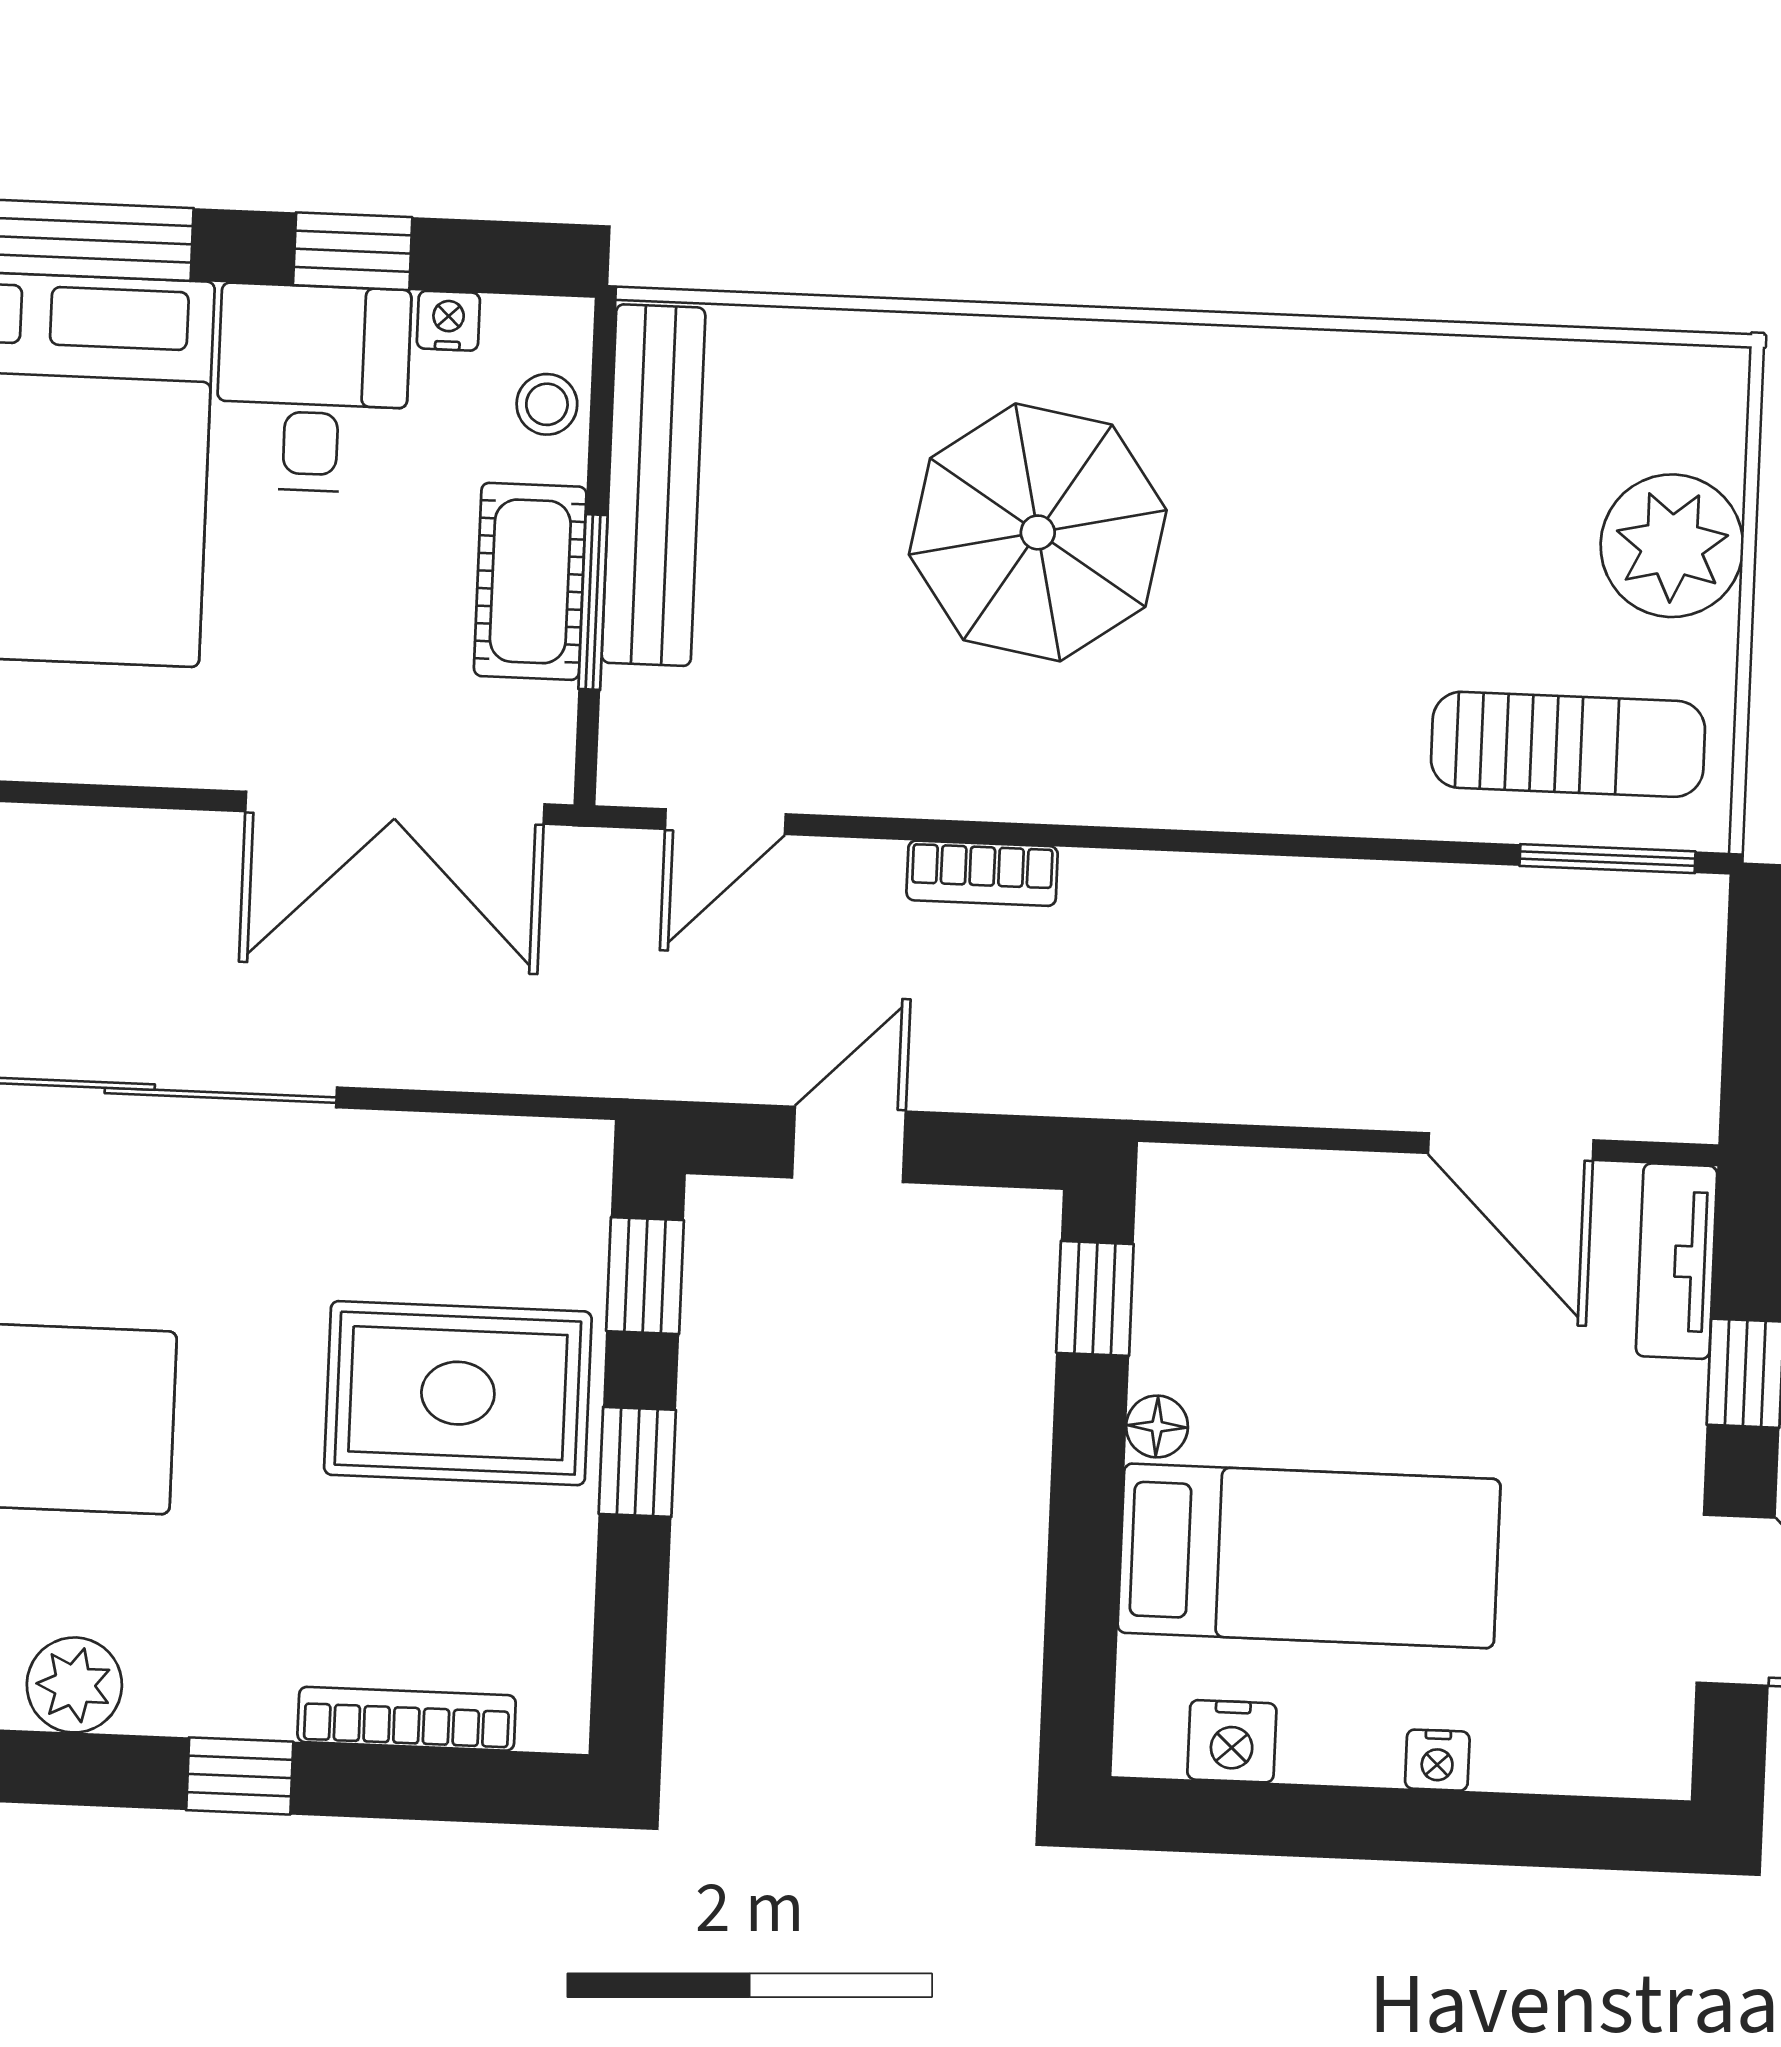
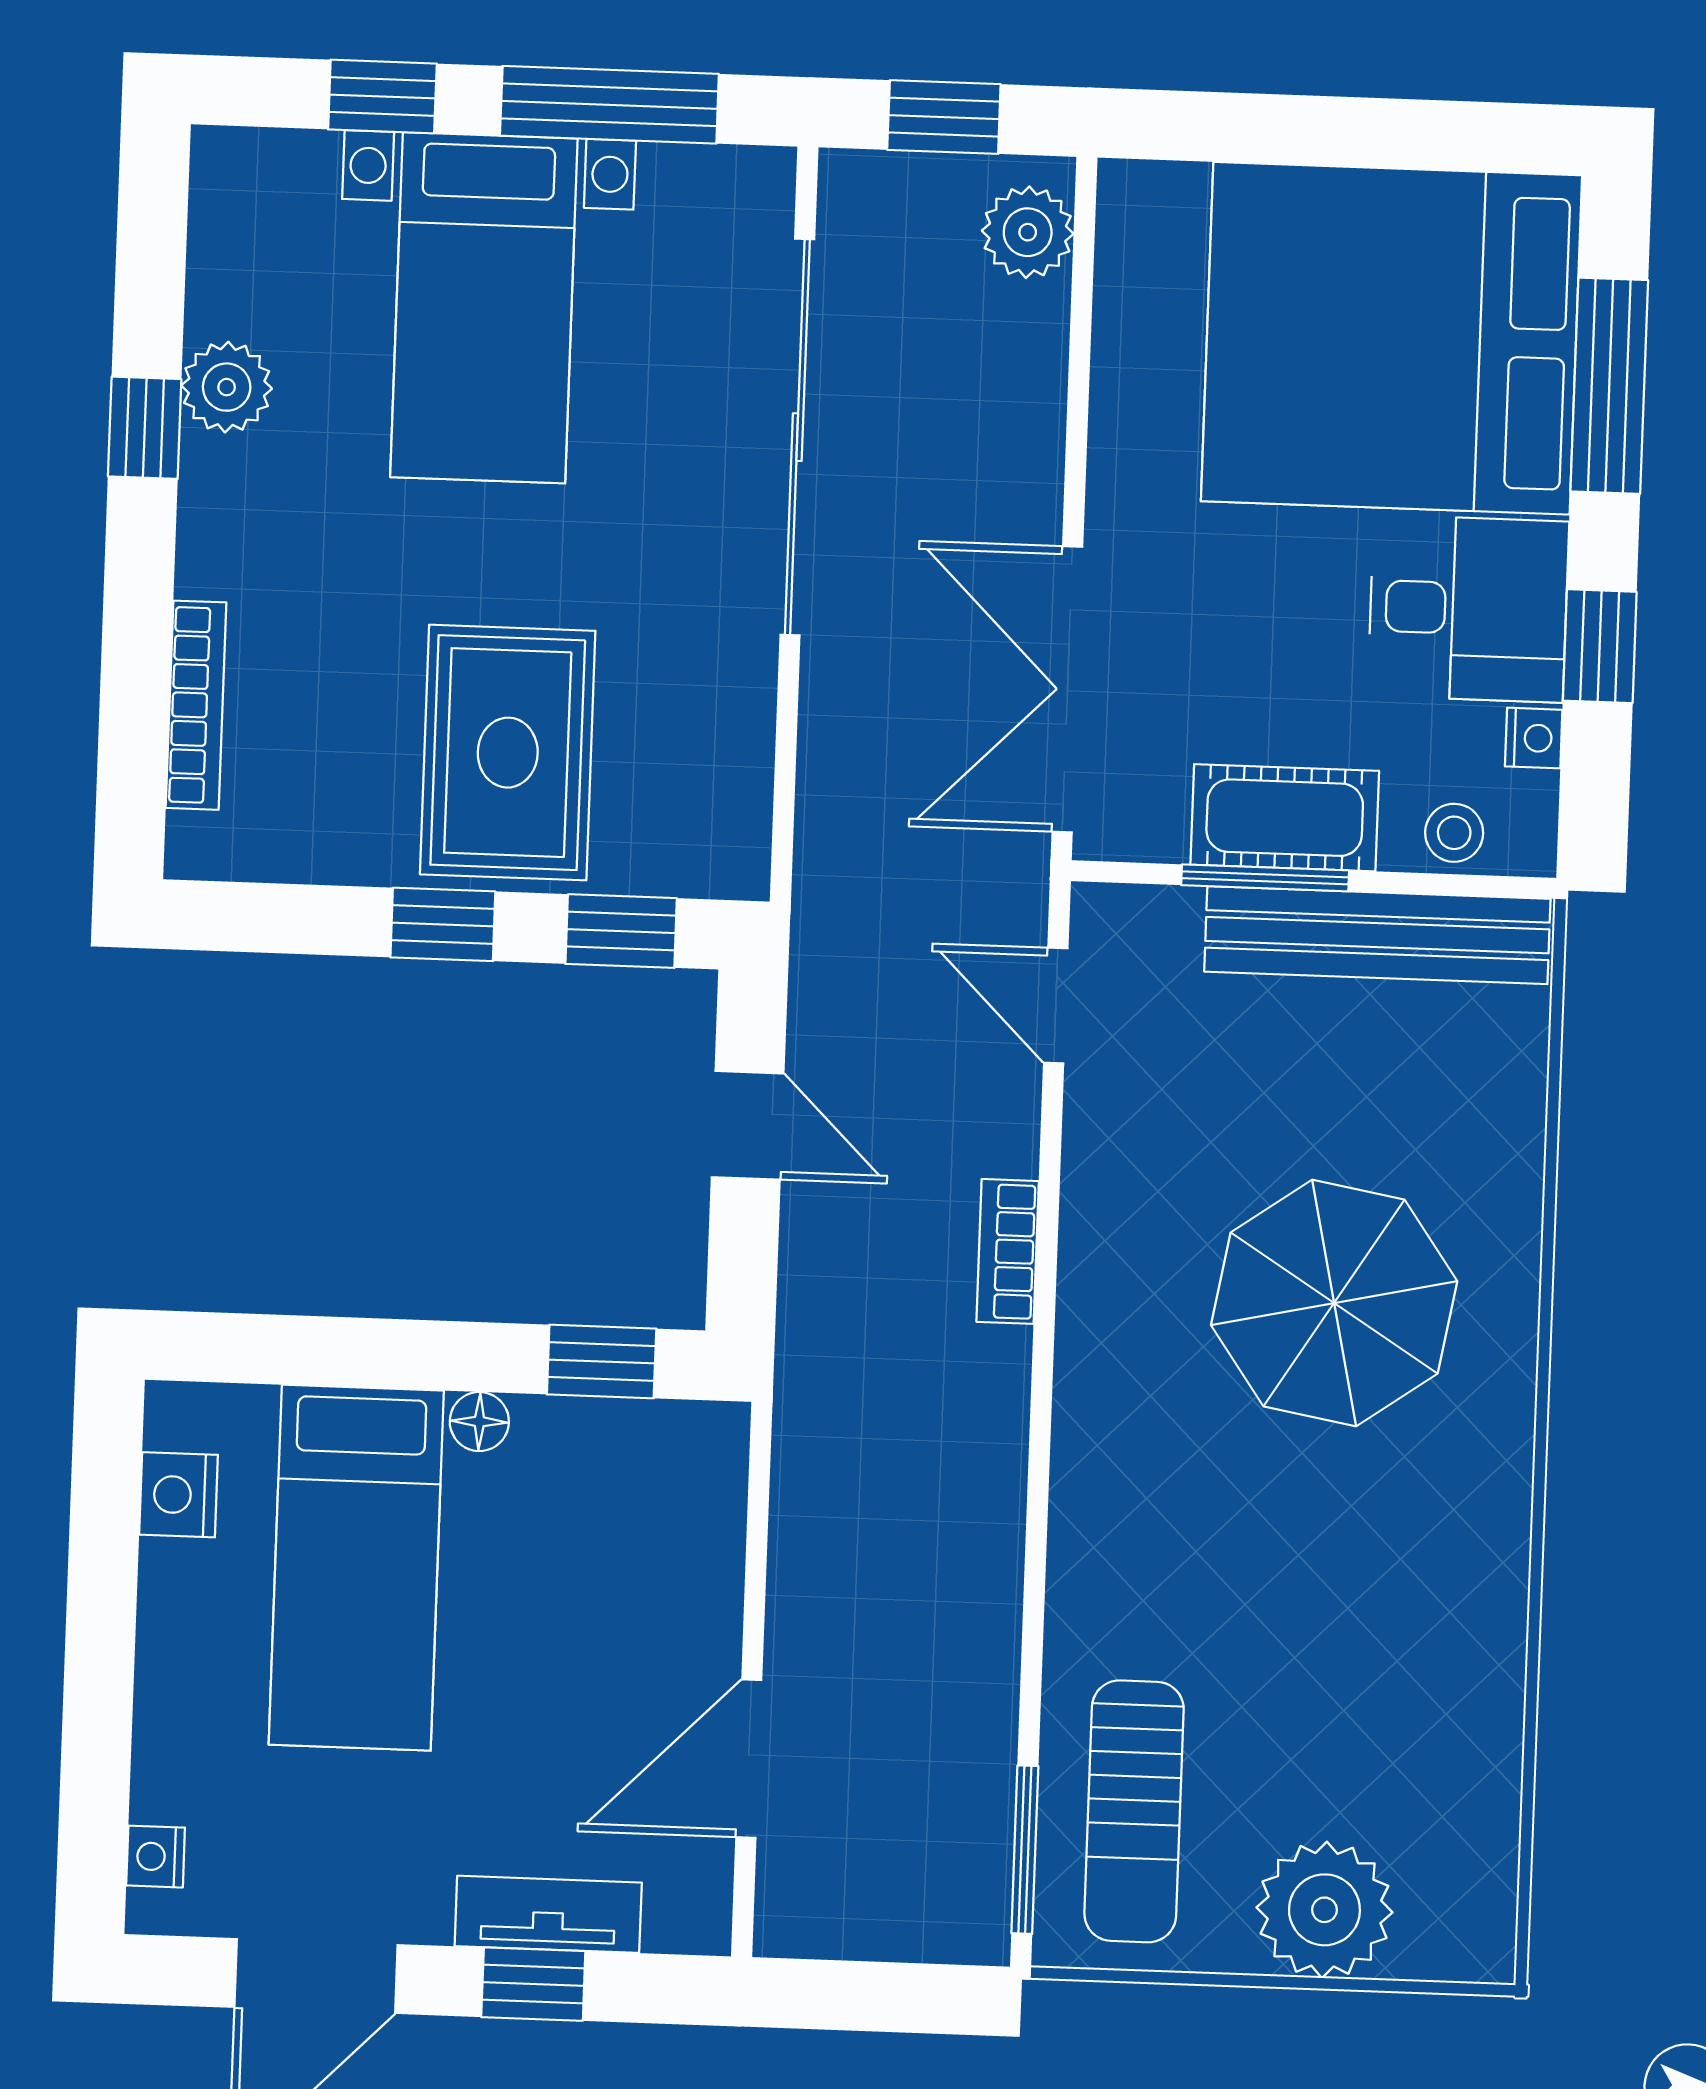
tv unit: (1677, 1261) -> (548, 1914), moved
nightstand: (1437, 1760) -> (156, 1857), moved
window: (240, 1776) -> (145, 428), moved

